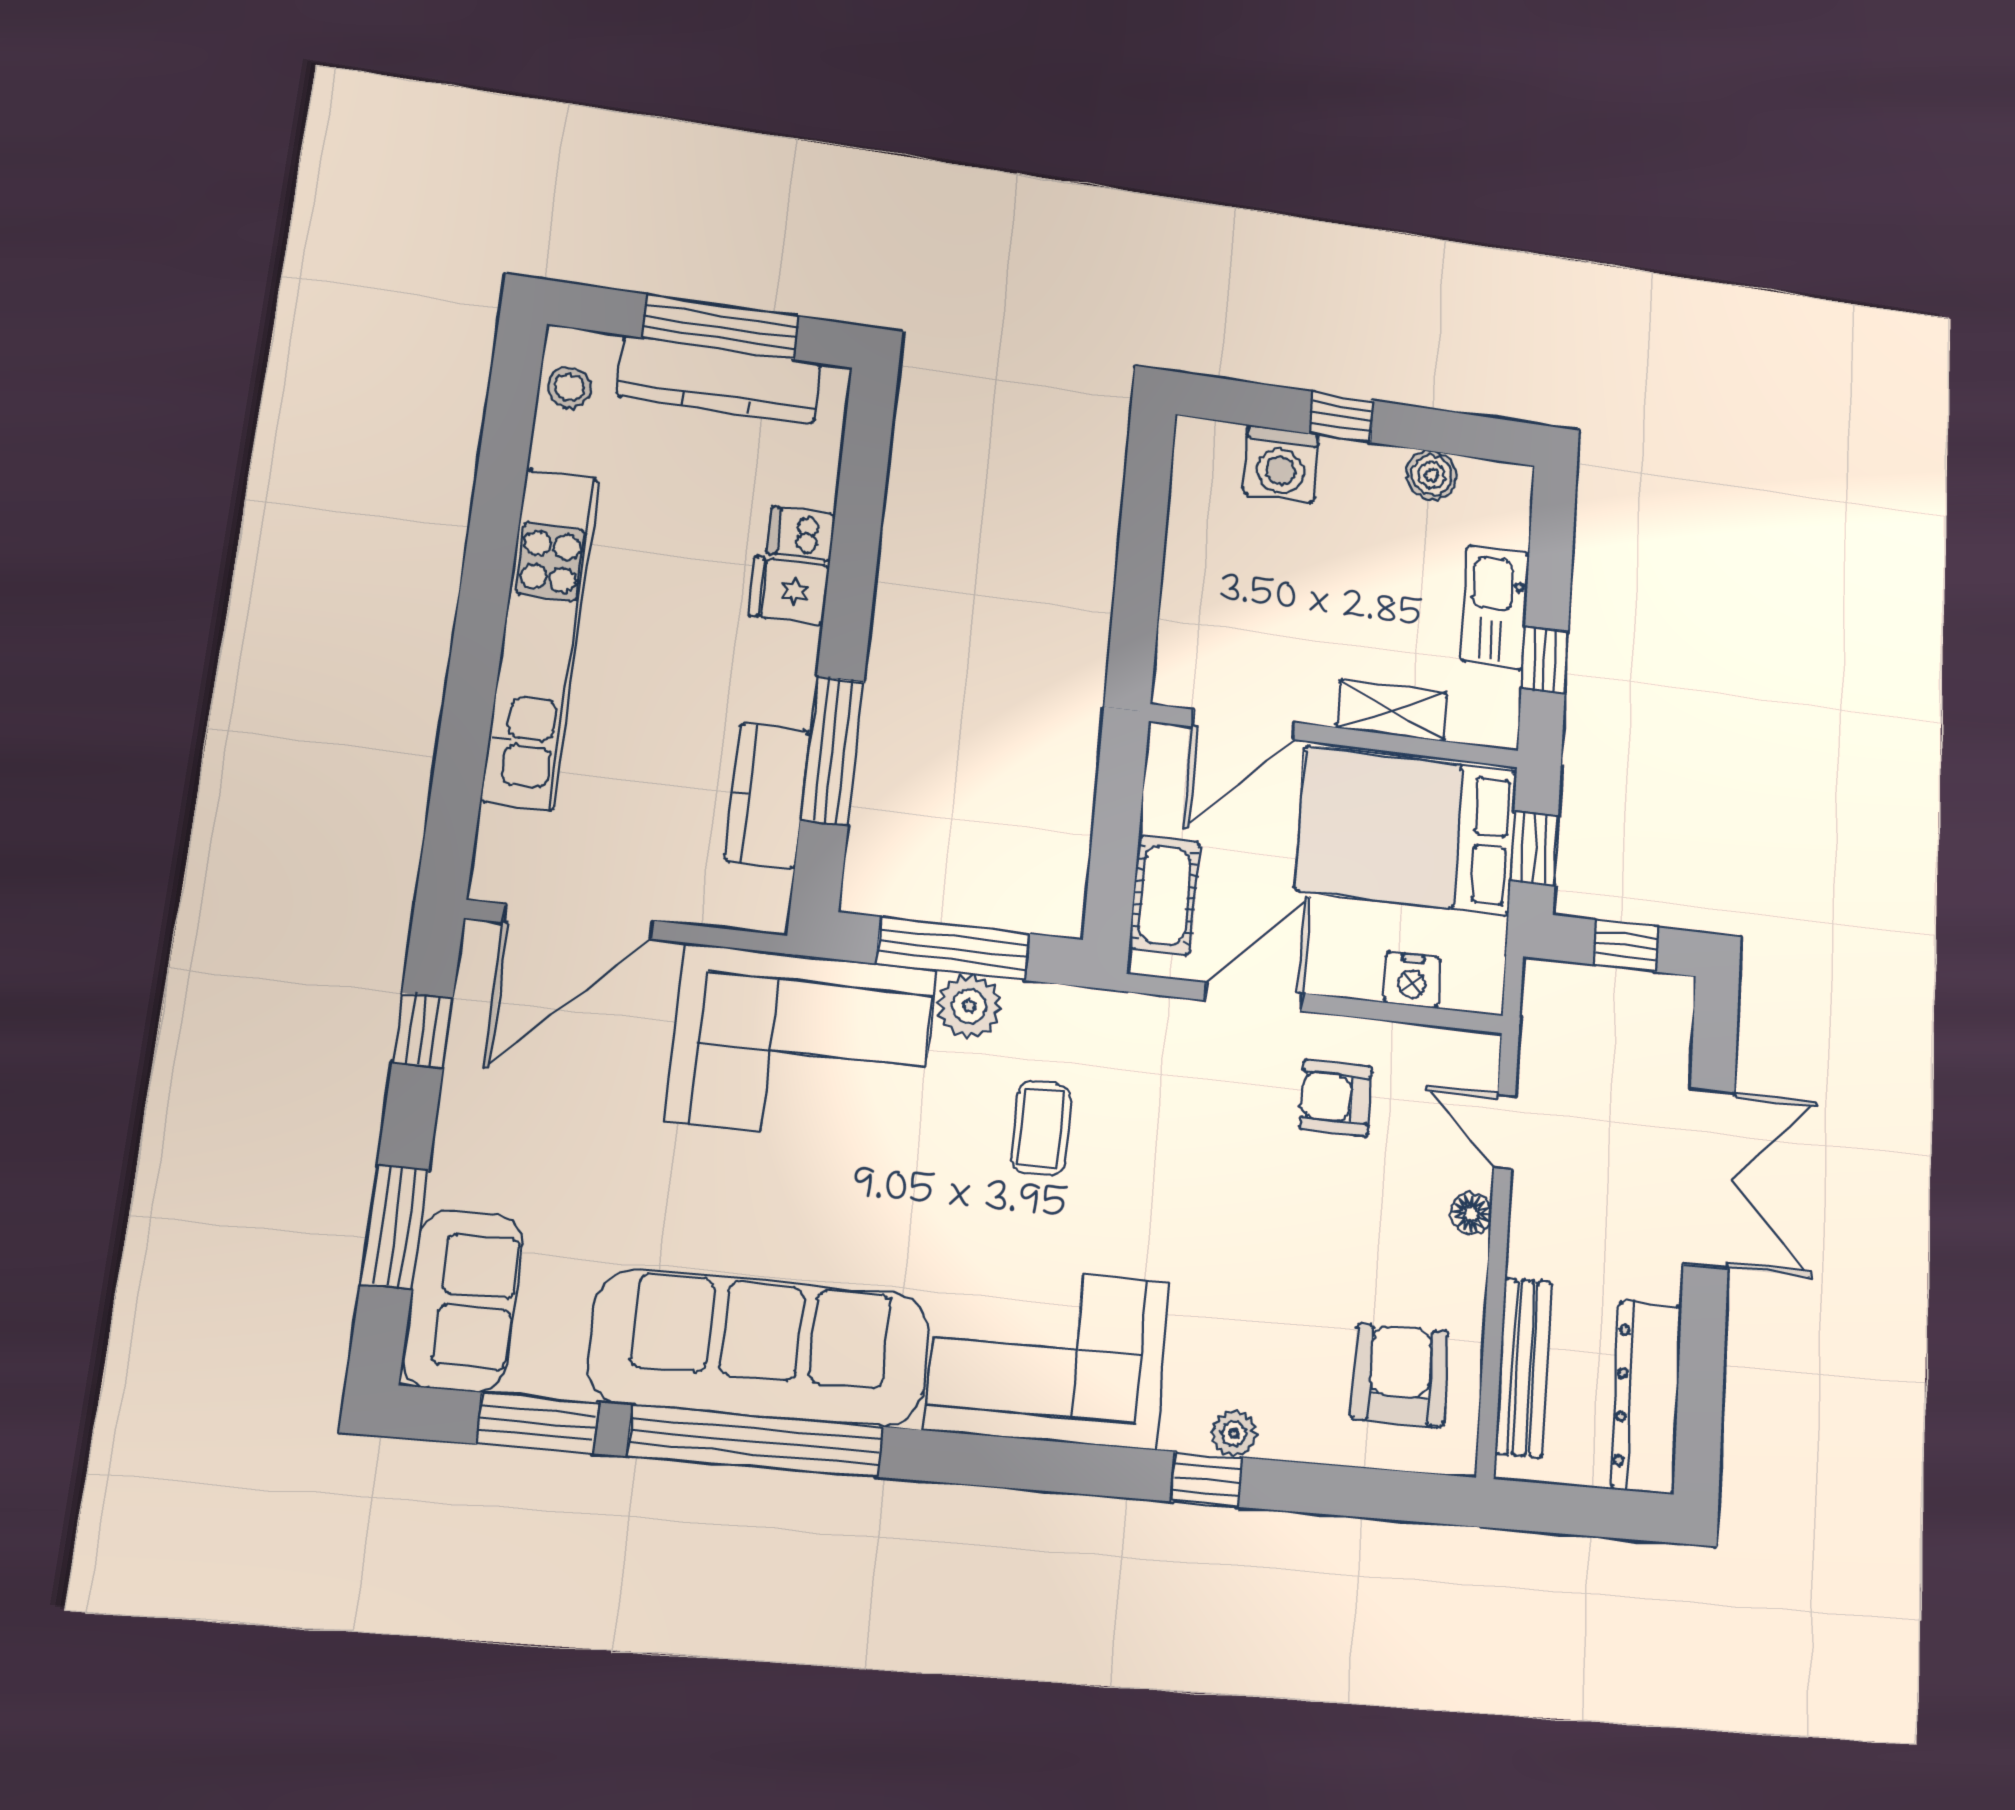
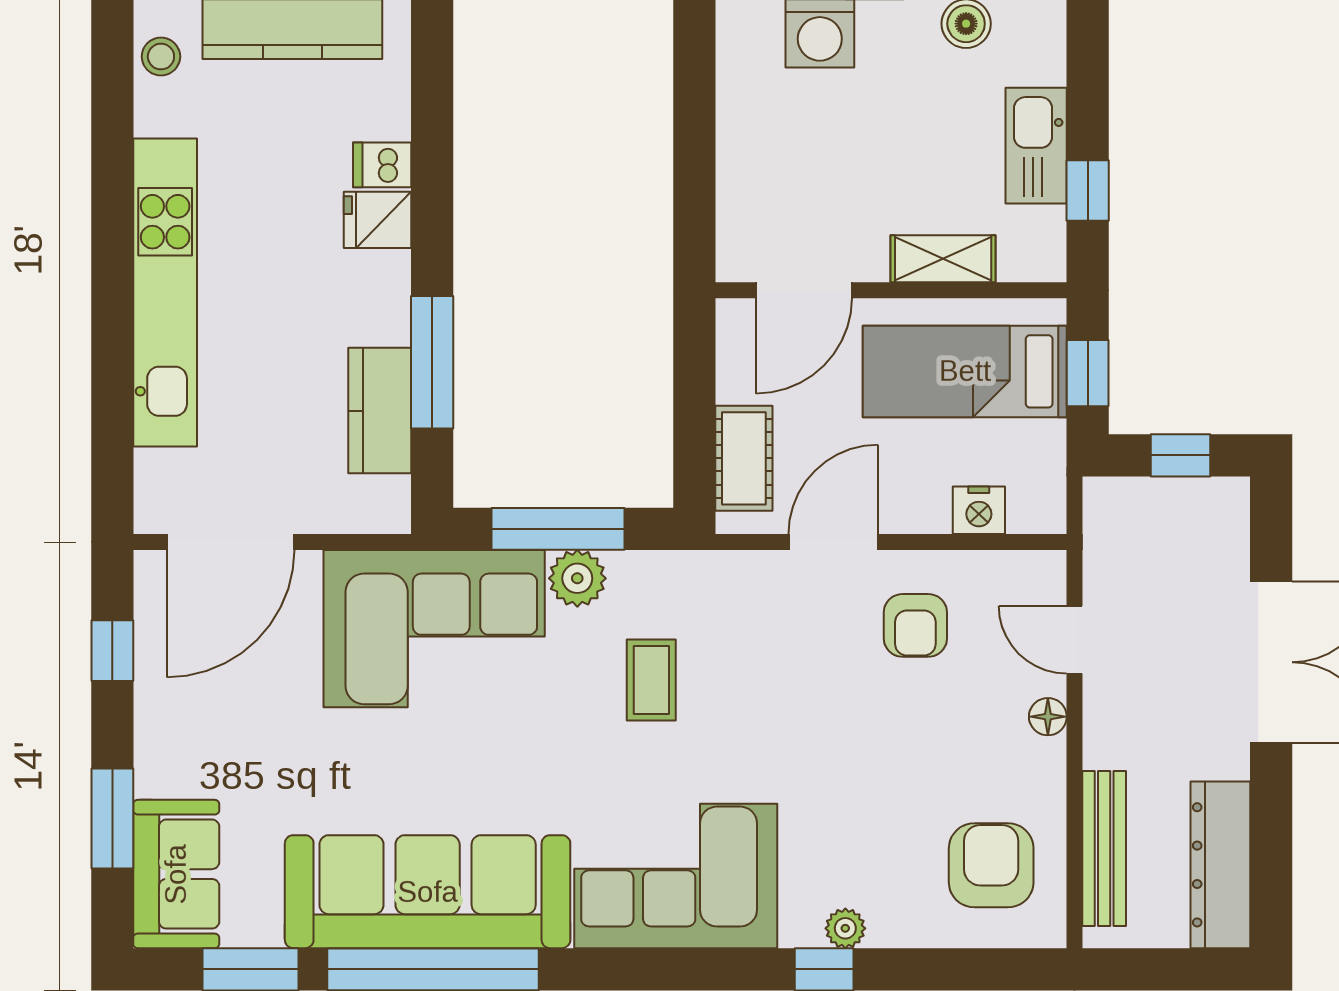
bed: (1407, 831) -> (965, 371), width x0.67
armchair: (1336, 1098) -> (915, 625), turned -90

